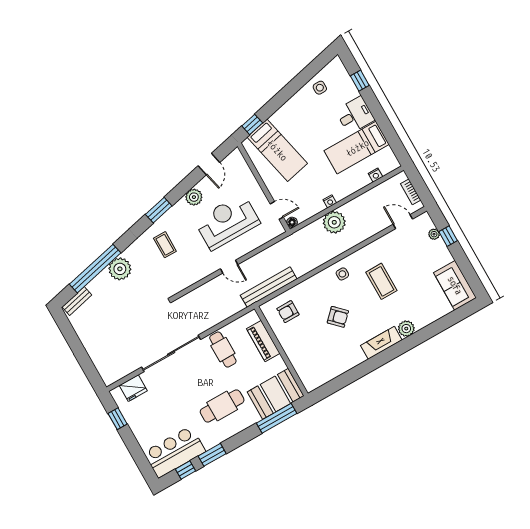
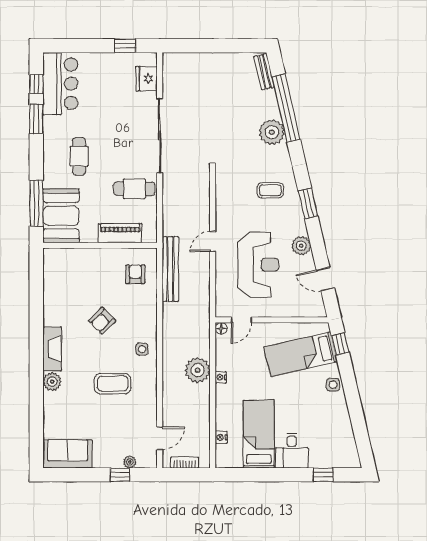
side table: (320, 88) -> (333, 385), moved
cafe table: (222, 406) -> (79, 156), width x0.73, depth x0.74

